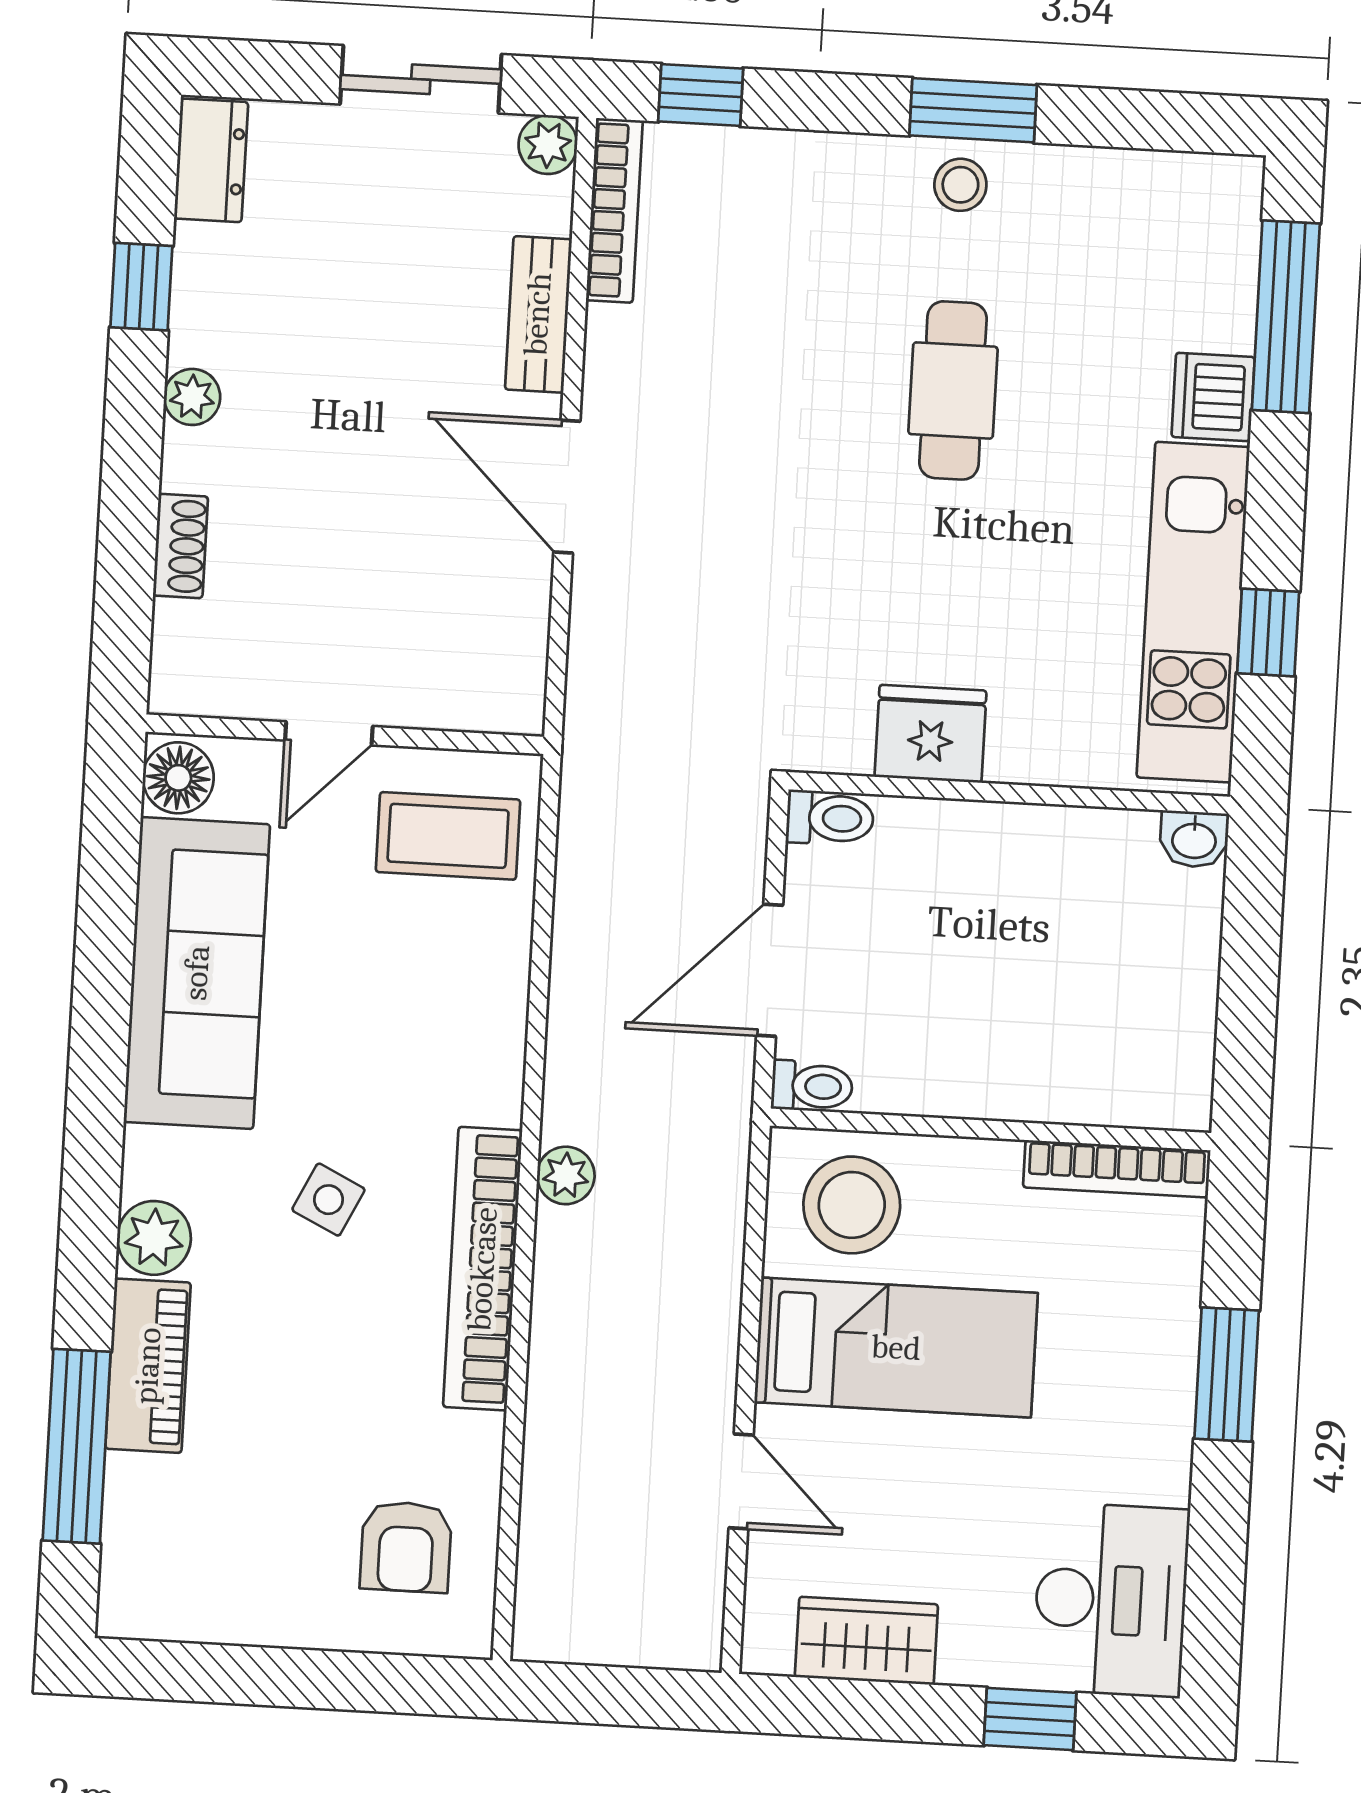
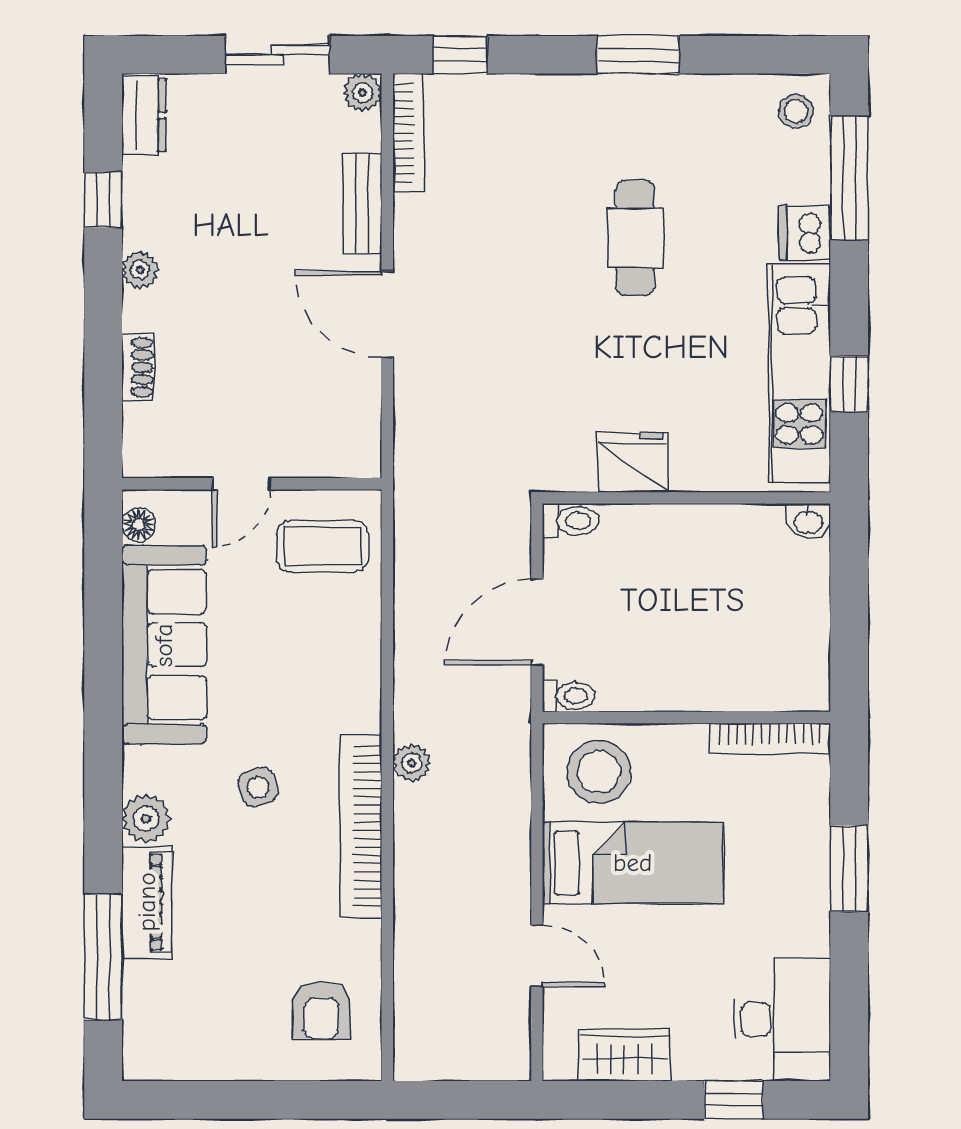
stool: (960, 185) -> (796, 111), moved
floor lamp: (178, 778) -> (139, 525), width x0.73, depth x0.73
side table: (328, 1200) -> (258, 787), turned 45

